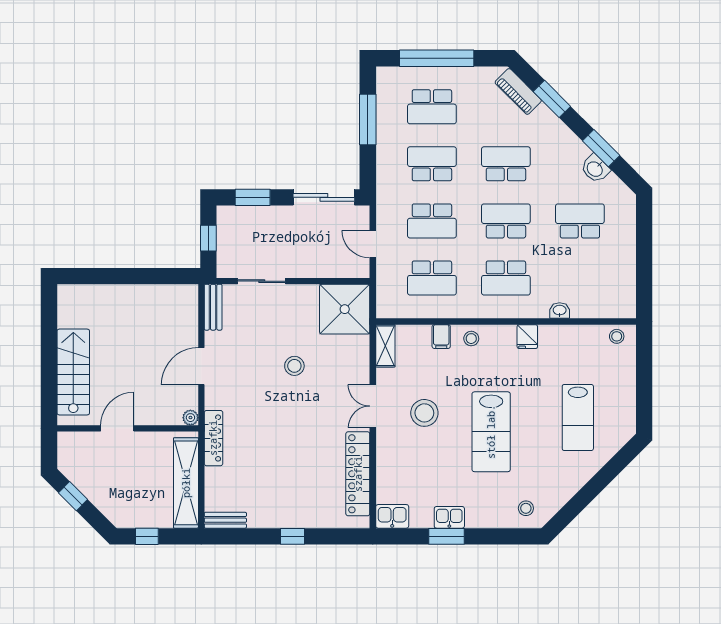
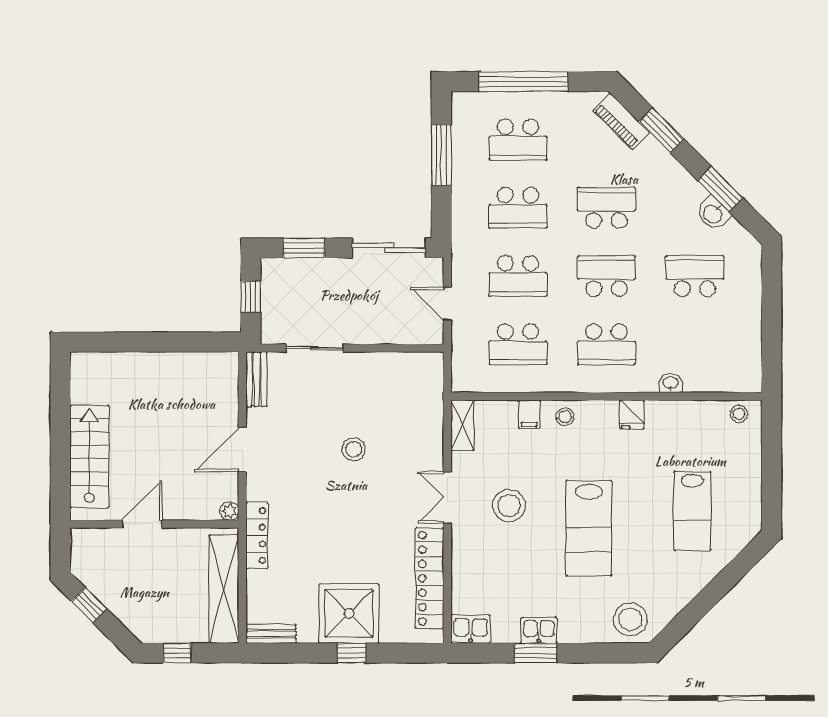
school desk: (432, 164) -> (518, 208), turned 180
shower: (345, 309) -> (349, 613), moved
stool: (526, 508) -> (630, 619), width x1.89, depth x1.89

